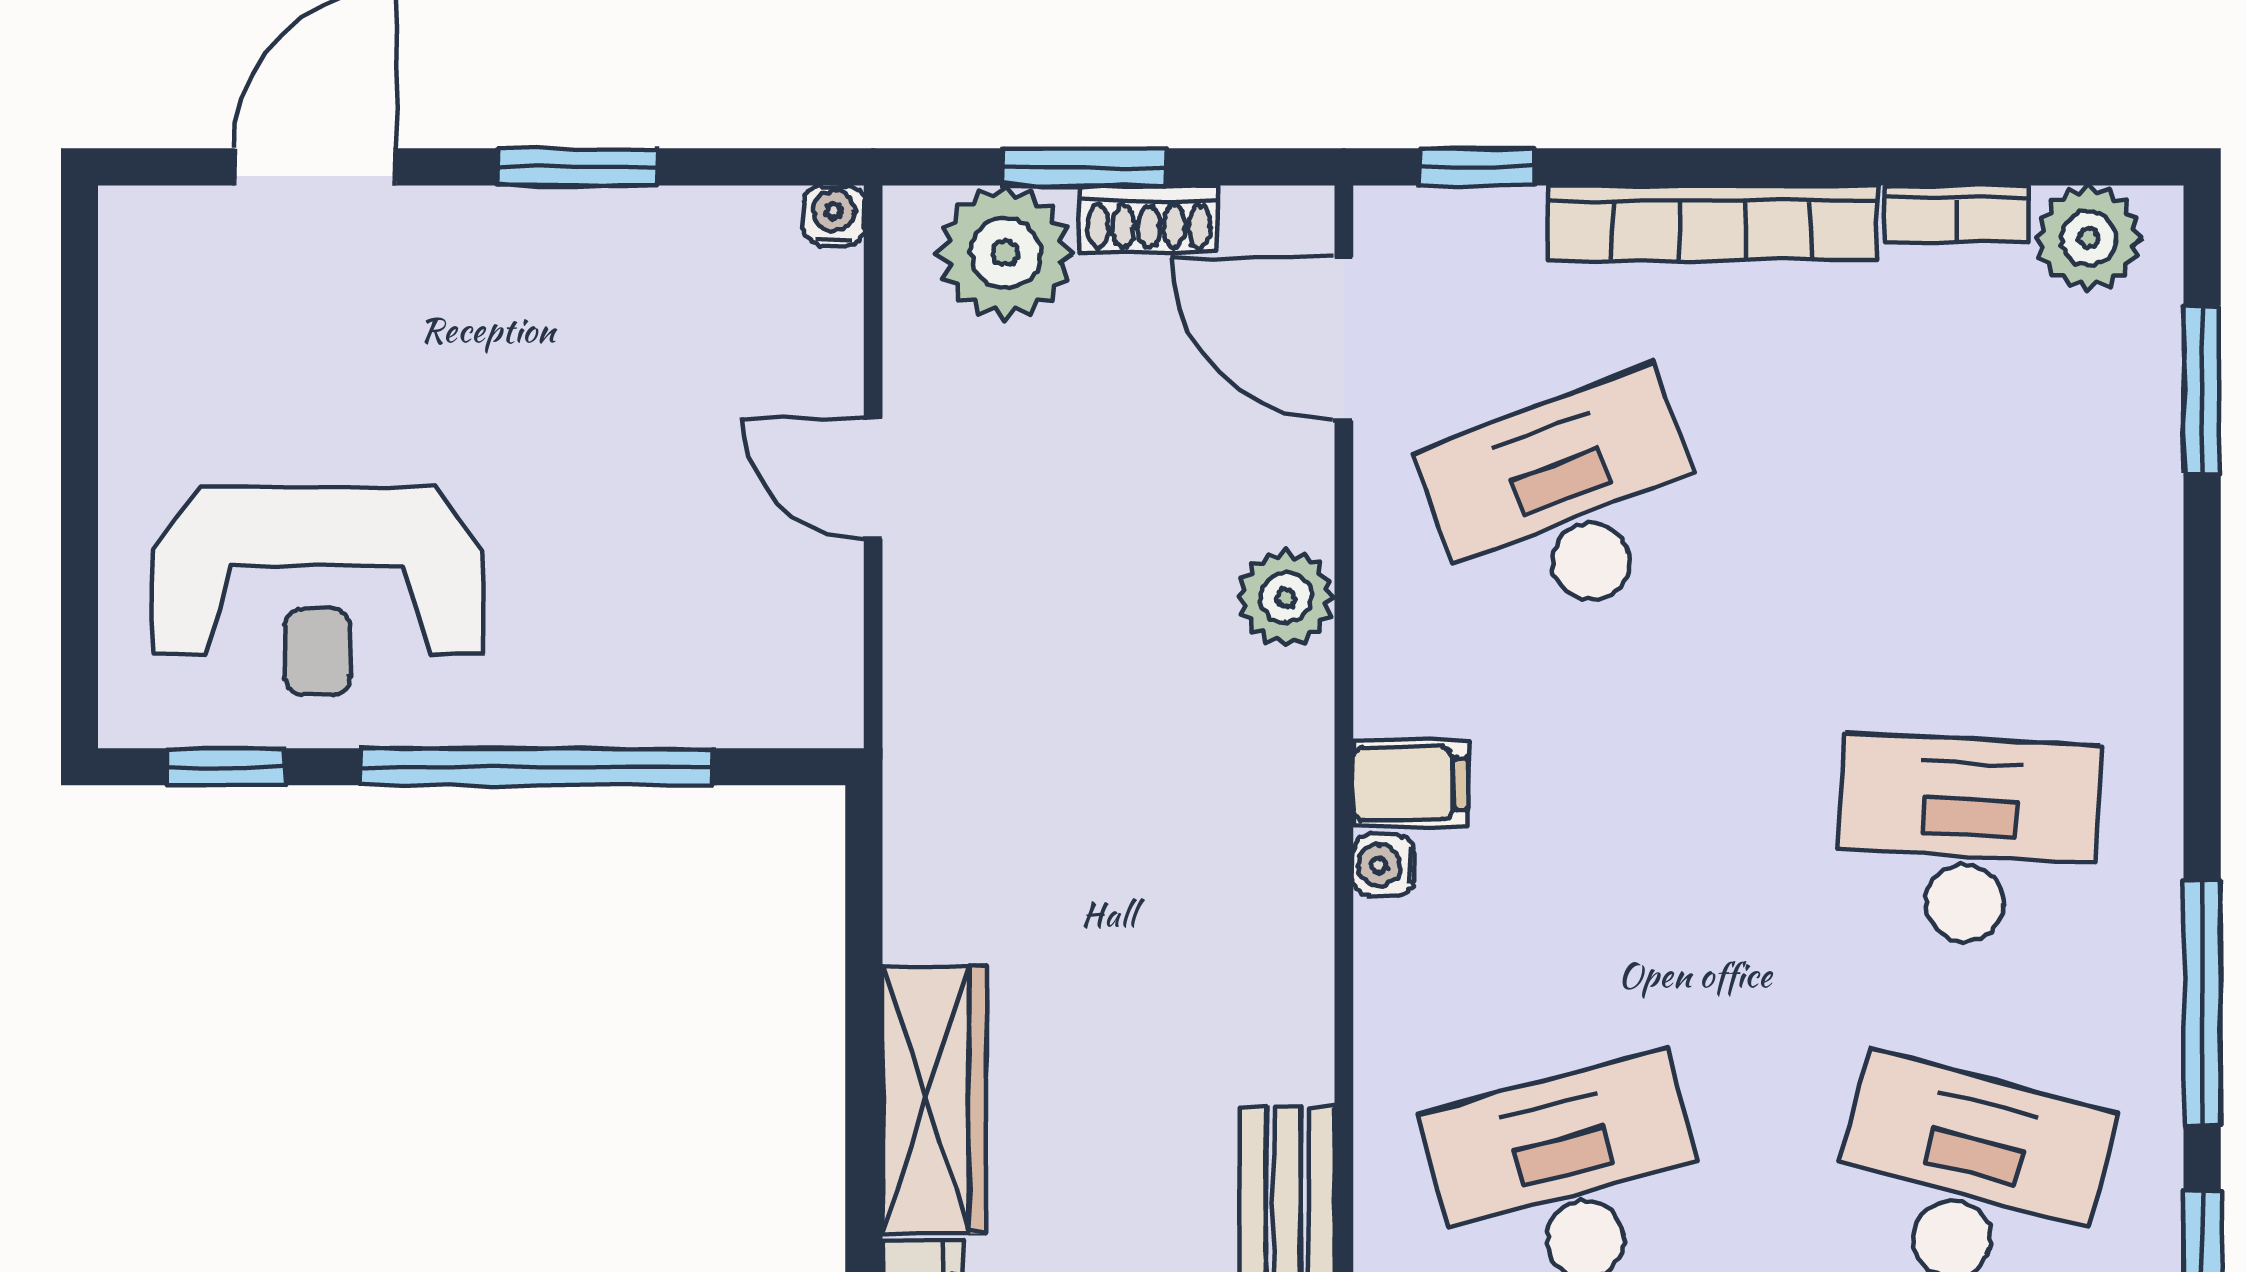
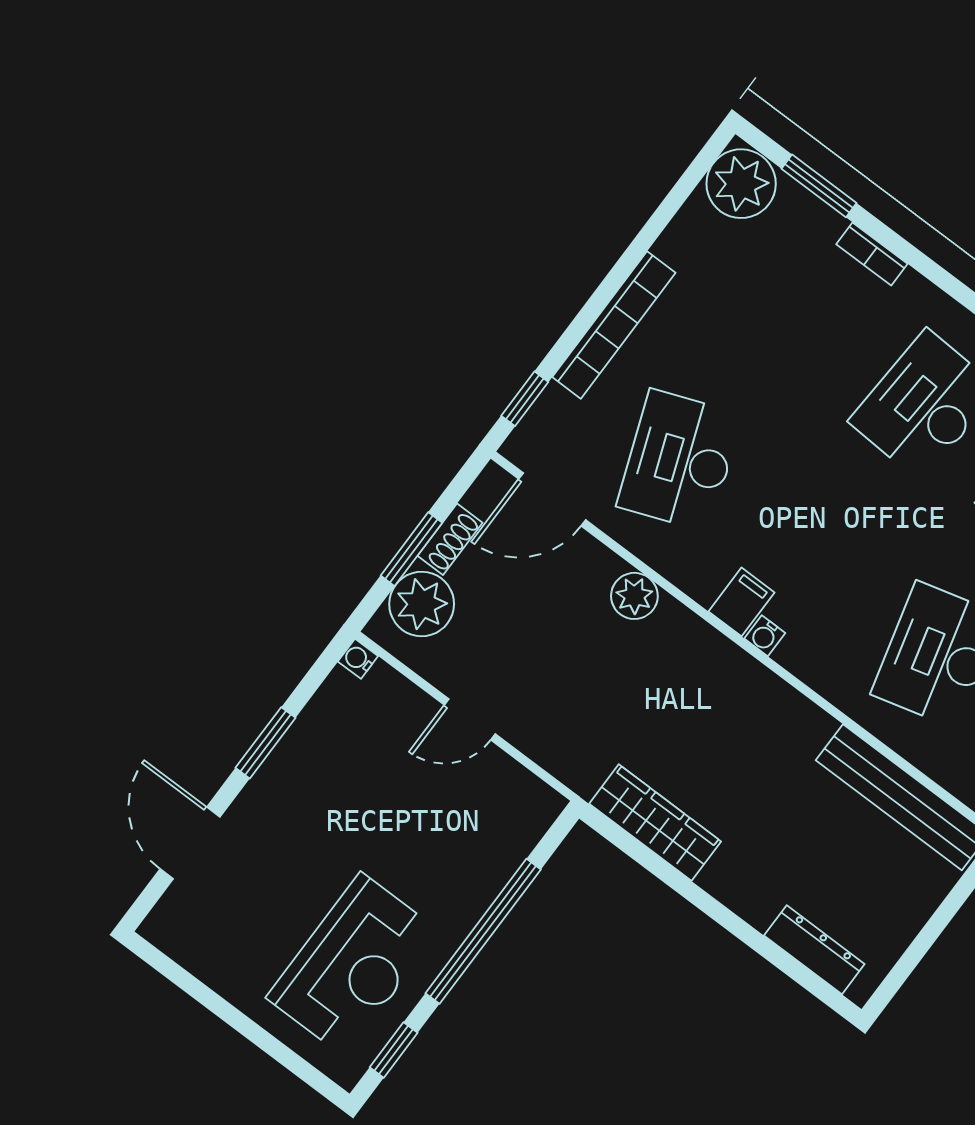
bookcase: (1956, 214) -> (872, 254), moved, turned 90
plant: (2089, 238) -> (741, 184), width x1.36, depth x1.36
wardrobe: (934, 1099) -> (655, 823), moved

